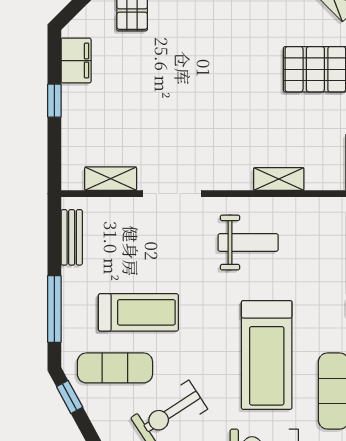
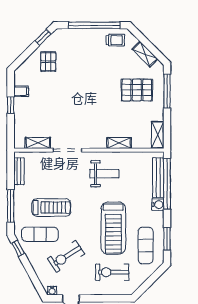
filing cabinet: (76, 61) -> (21, 91), width x0.50

